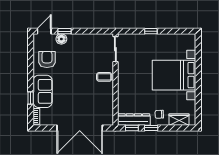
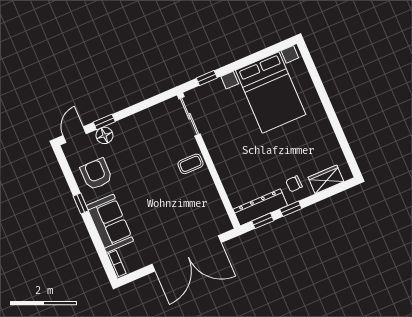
window: (151, 31) -> (207, 78), moved
bed with nightstands: (174, 75) -> (271, 92), moved, turned -90
window: (31, 98) -> (81, 204), moved

